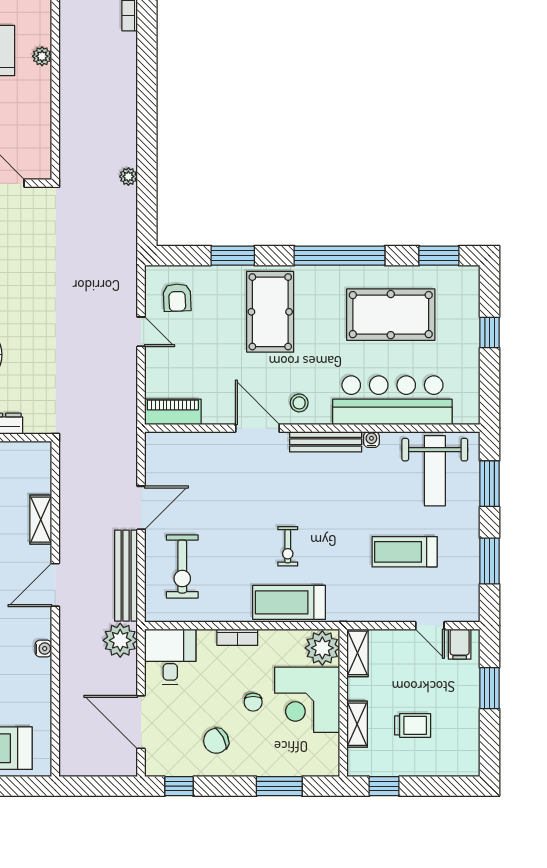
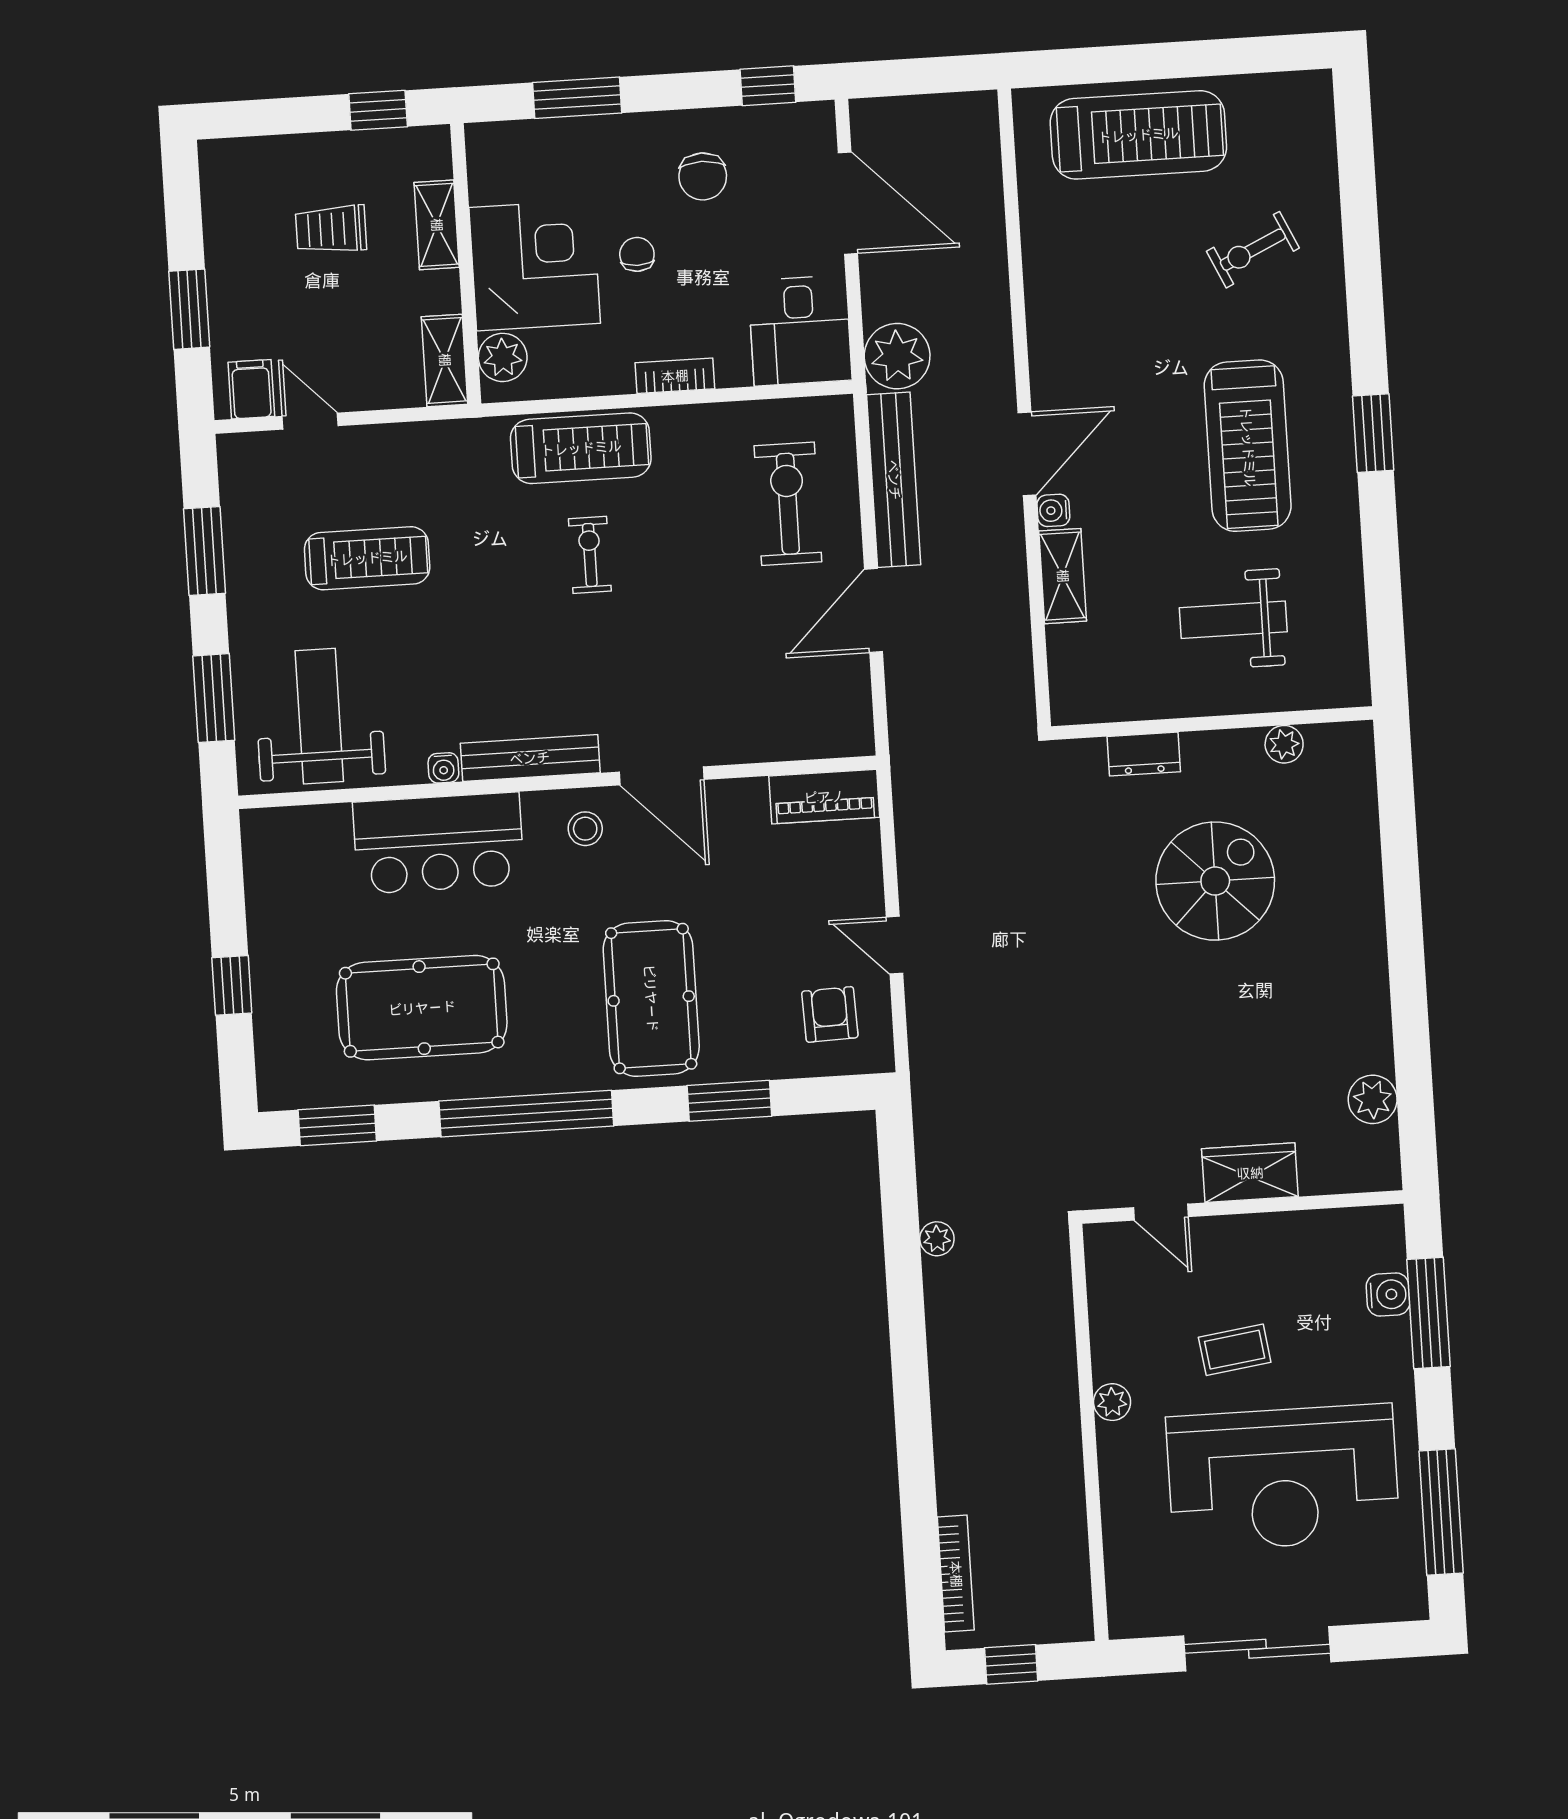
plant: (42, 56) -> (1112, 1402), moved
bar counter: (392, 400) -> (438, 843), width x0.73
plant: (322, 648) -> (503, 357), width x0.73, depth x0.73
water cooler: (43, 649) -> (1053, 510), moved
chair: (216, 741) -> (703, 176), turned 118

